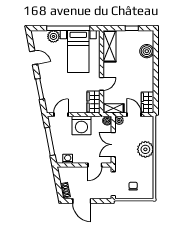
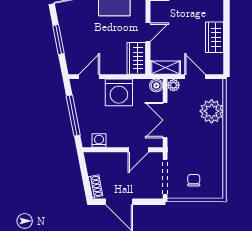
wardrobe: (147, 102) -> (215, 37), moved
plant: (145, 149) -> (212, 111), moved

